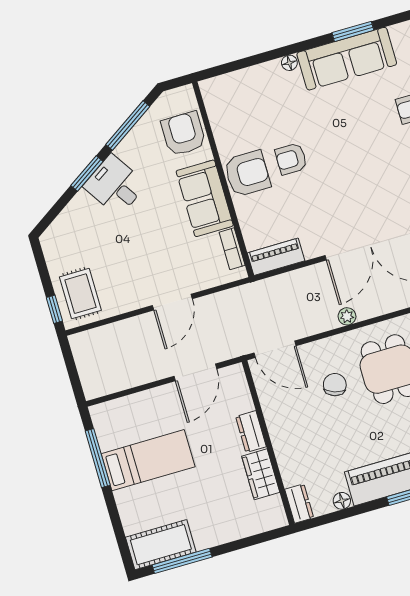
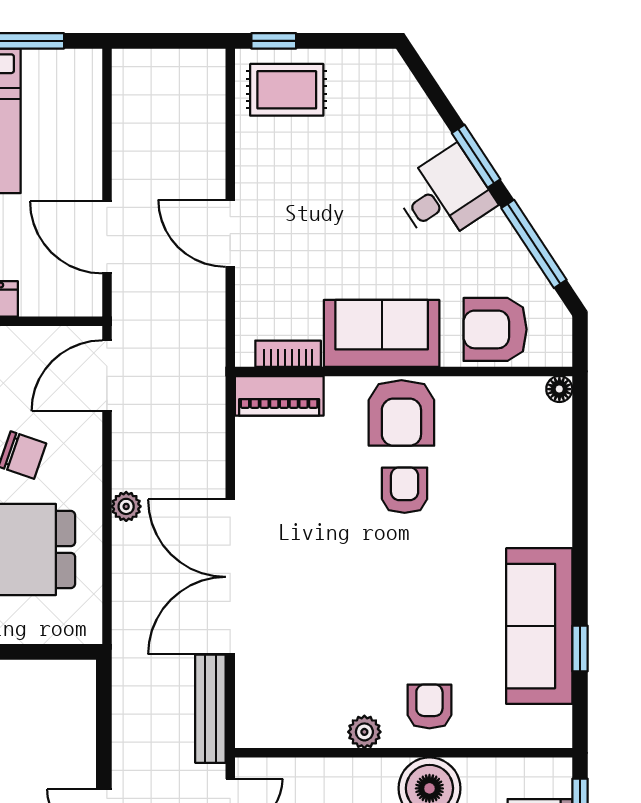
window: (353, 31) -> (580, 649), width x0.67
floor lamp: (289, 63) -> (559, 389), moved
armchair: (183, 134) -> (495, 329), turned 180
piano: (276, 257) -> (279, 396), moved, turned 90

